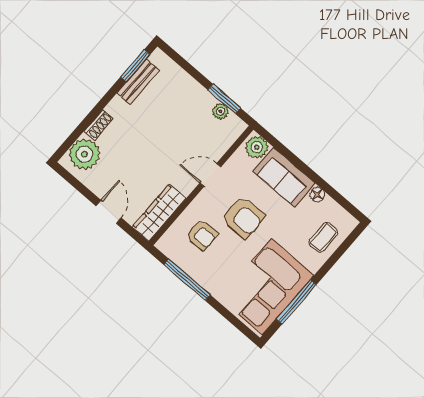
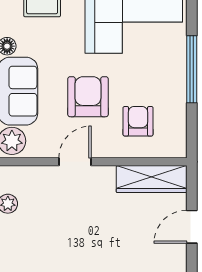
door: (210, 175) -> (75, 162), swing flipped
window: (187, 280) -> (192, 69), moved

